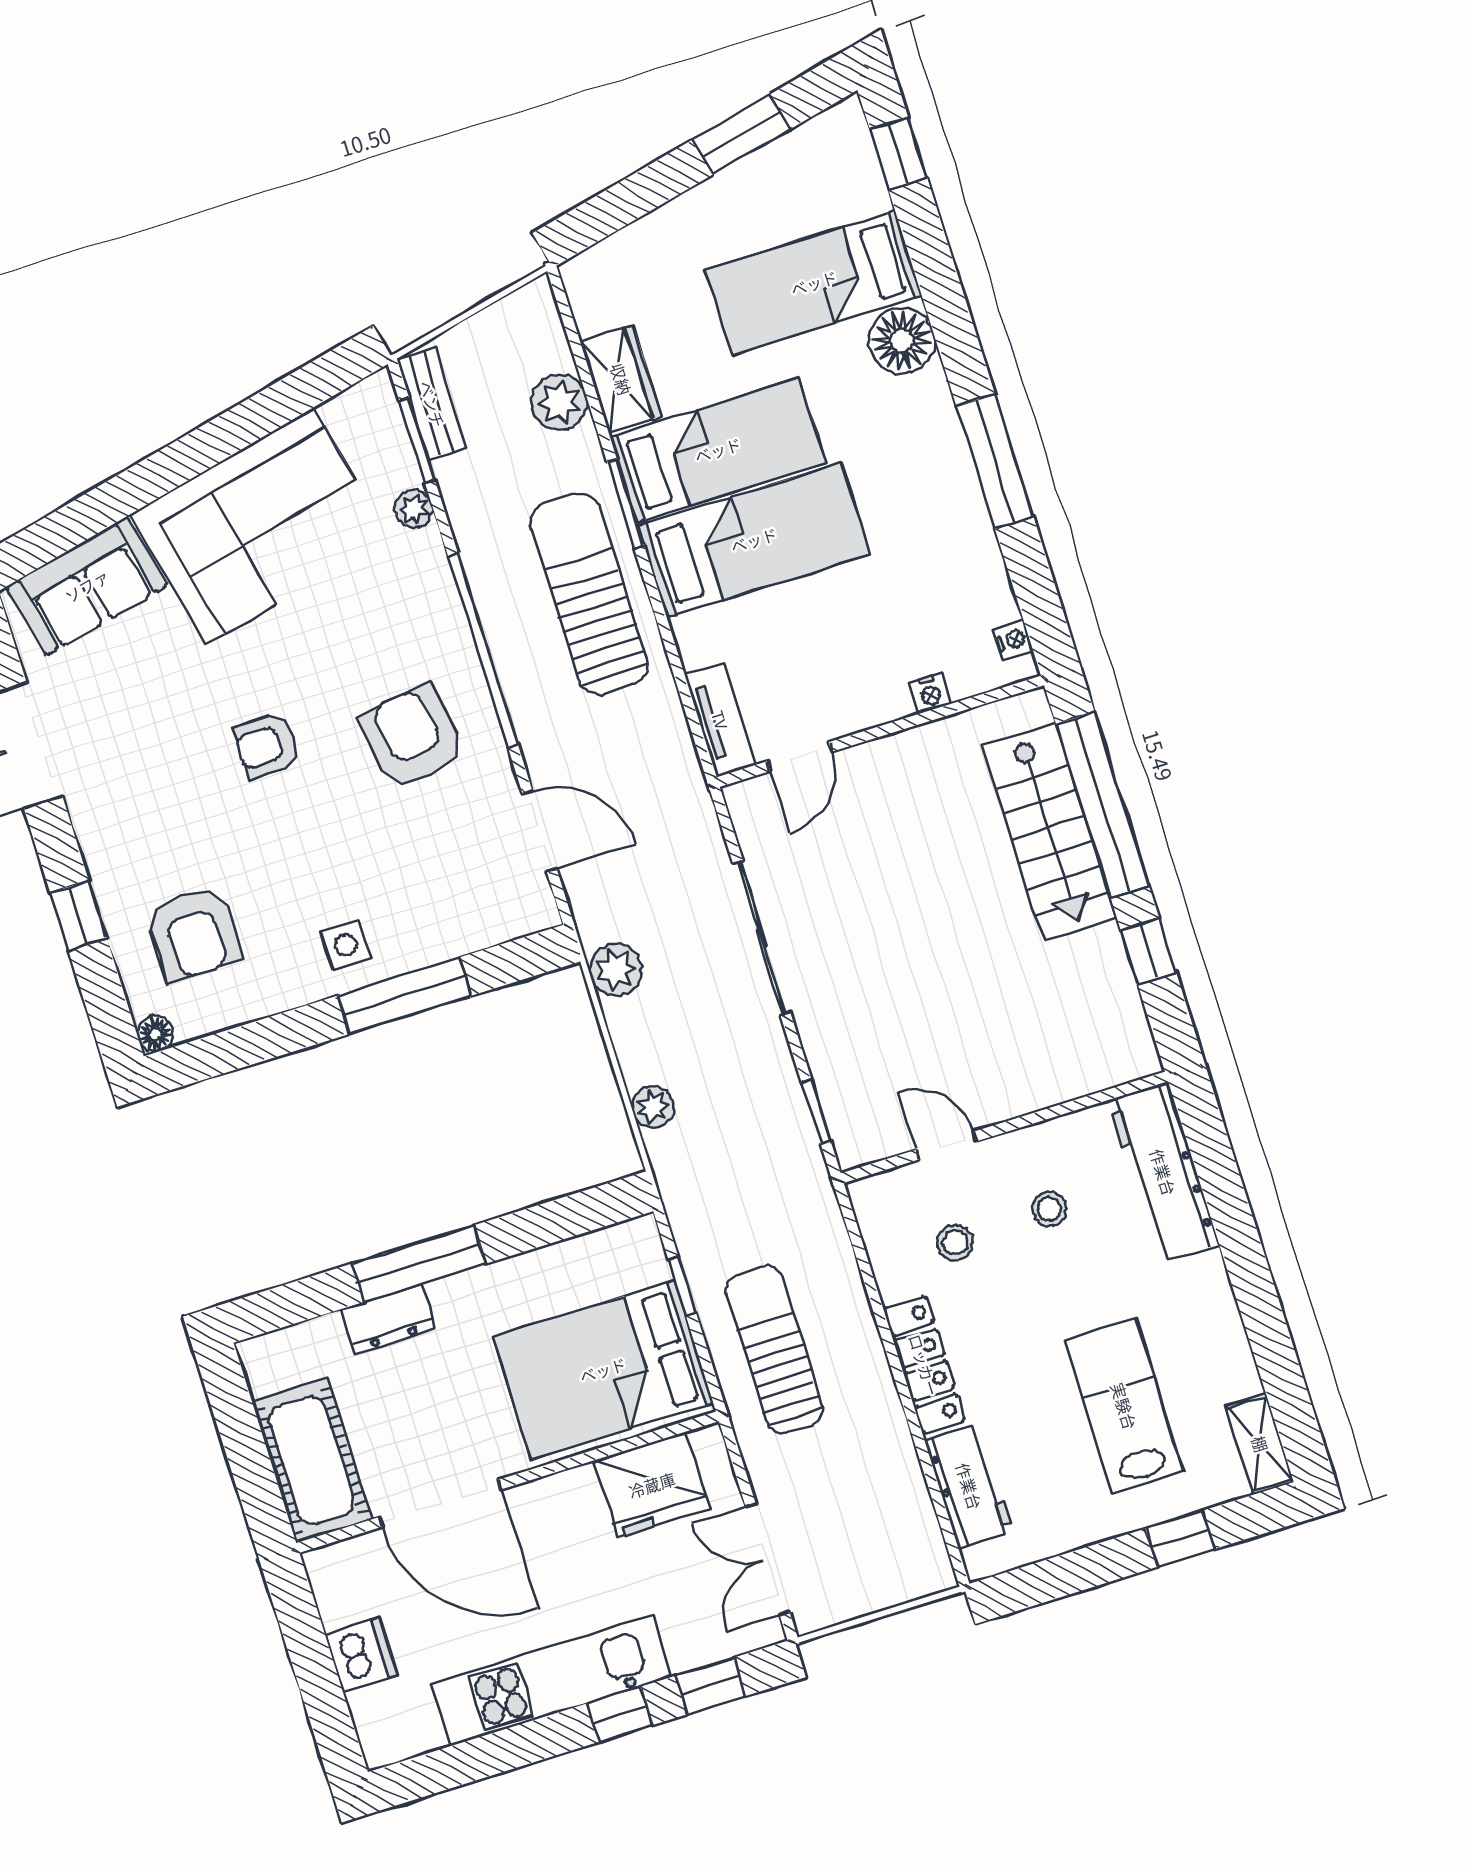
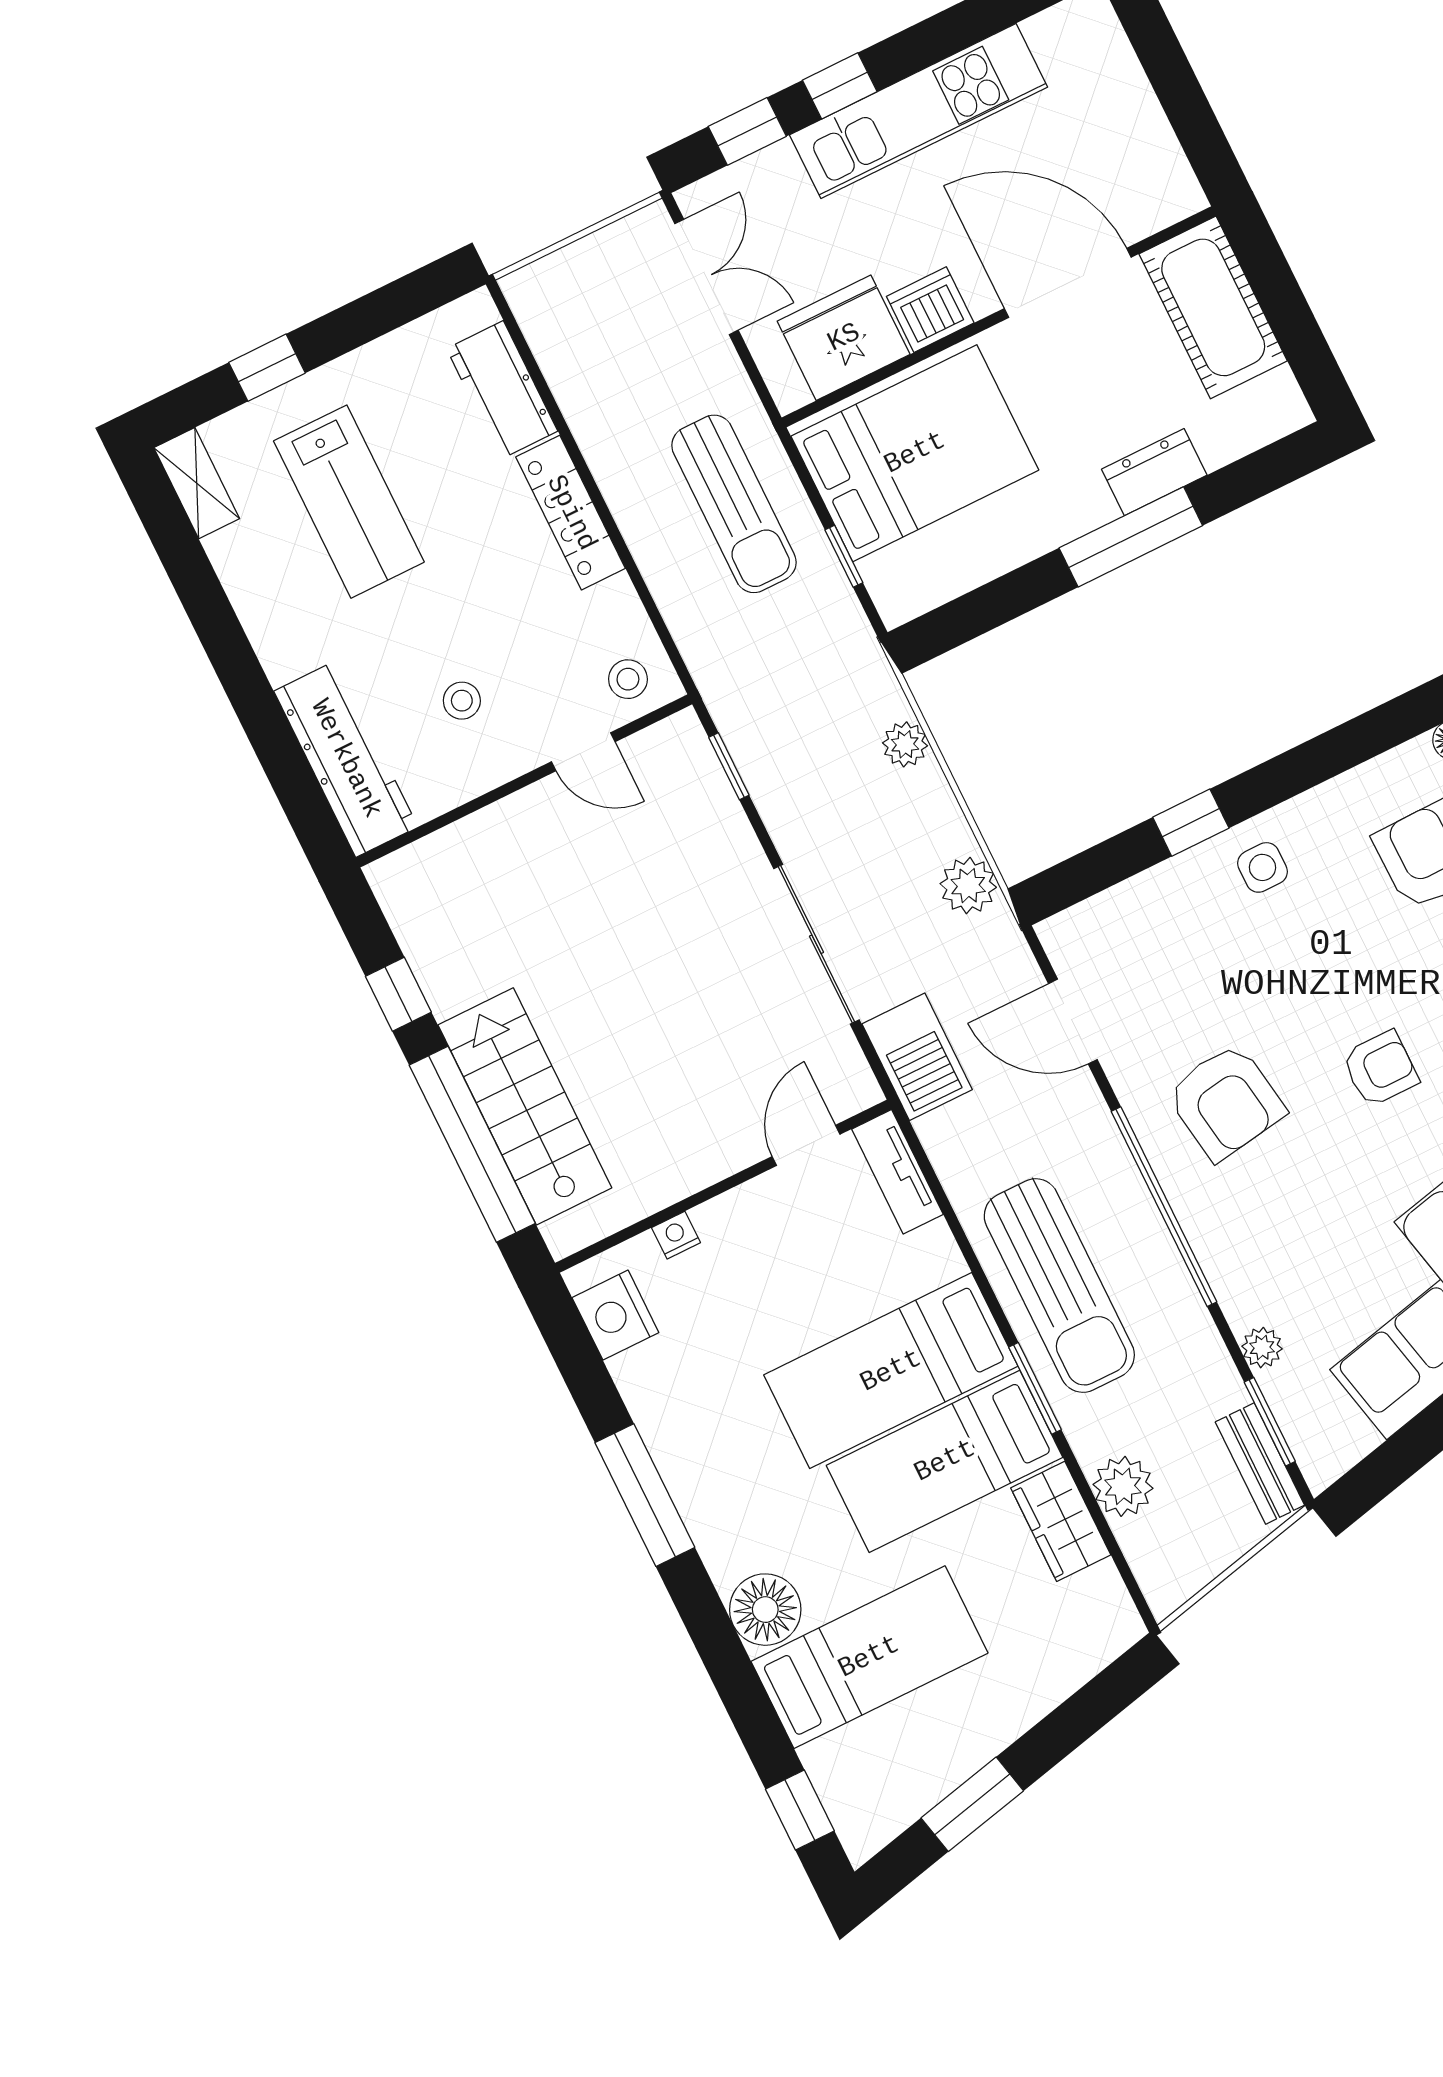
nightstand: (1013, 640) -> (615, 1315), width x1.89, depth x1.79
barbecue: (686, 821) -> (917, 1057), added
window: (404, 996) -> (1191, 823), width x0.46
stool: (955, 1242) -> (628, 679), moved
dishwasher: (361, 1655) -> (930, 310), moved, turned 90

